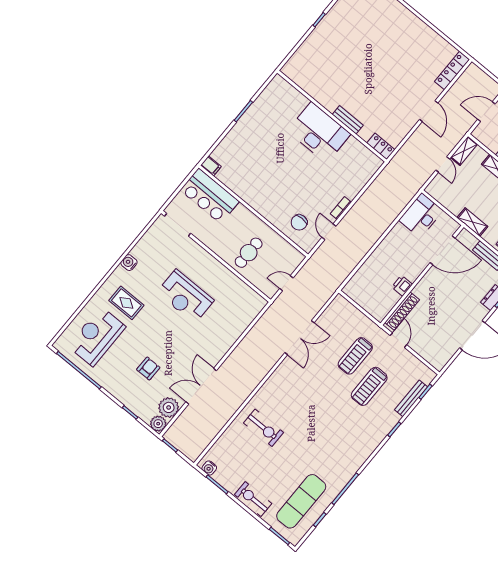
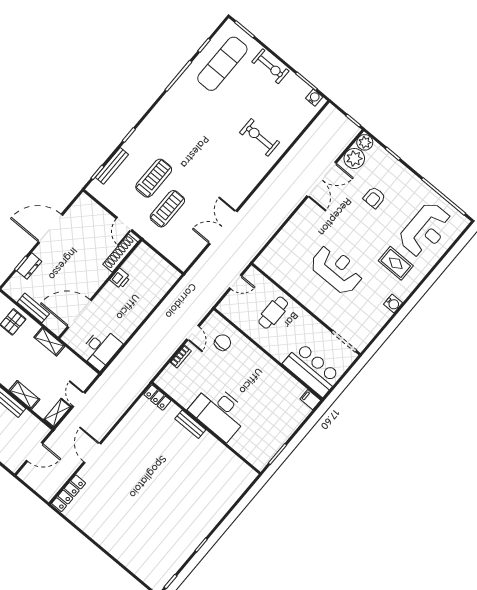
wall: (332, 116) -> (206, 428), moved
bench: (348, 120) -> (190, 424), moved
desk: (319, 132) -> (219, 412), moved
locker: (381, 146) -> (157, 398), moved

